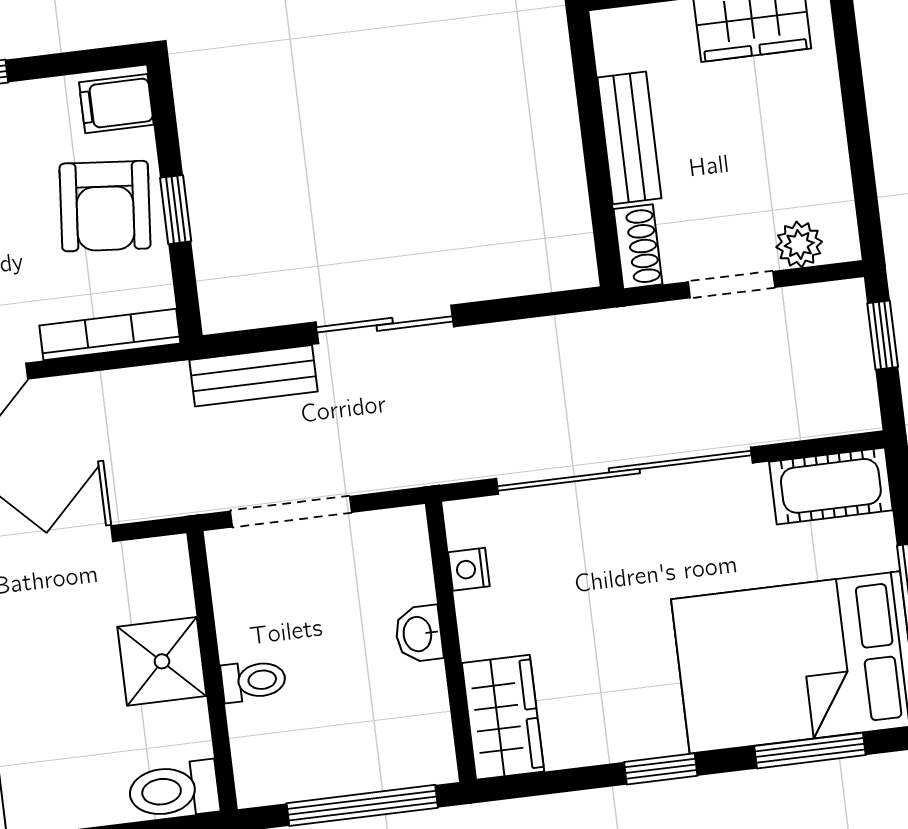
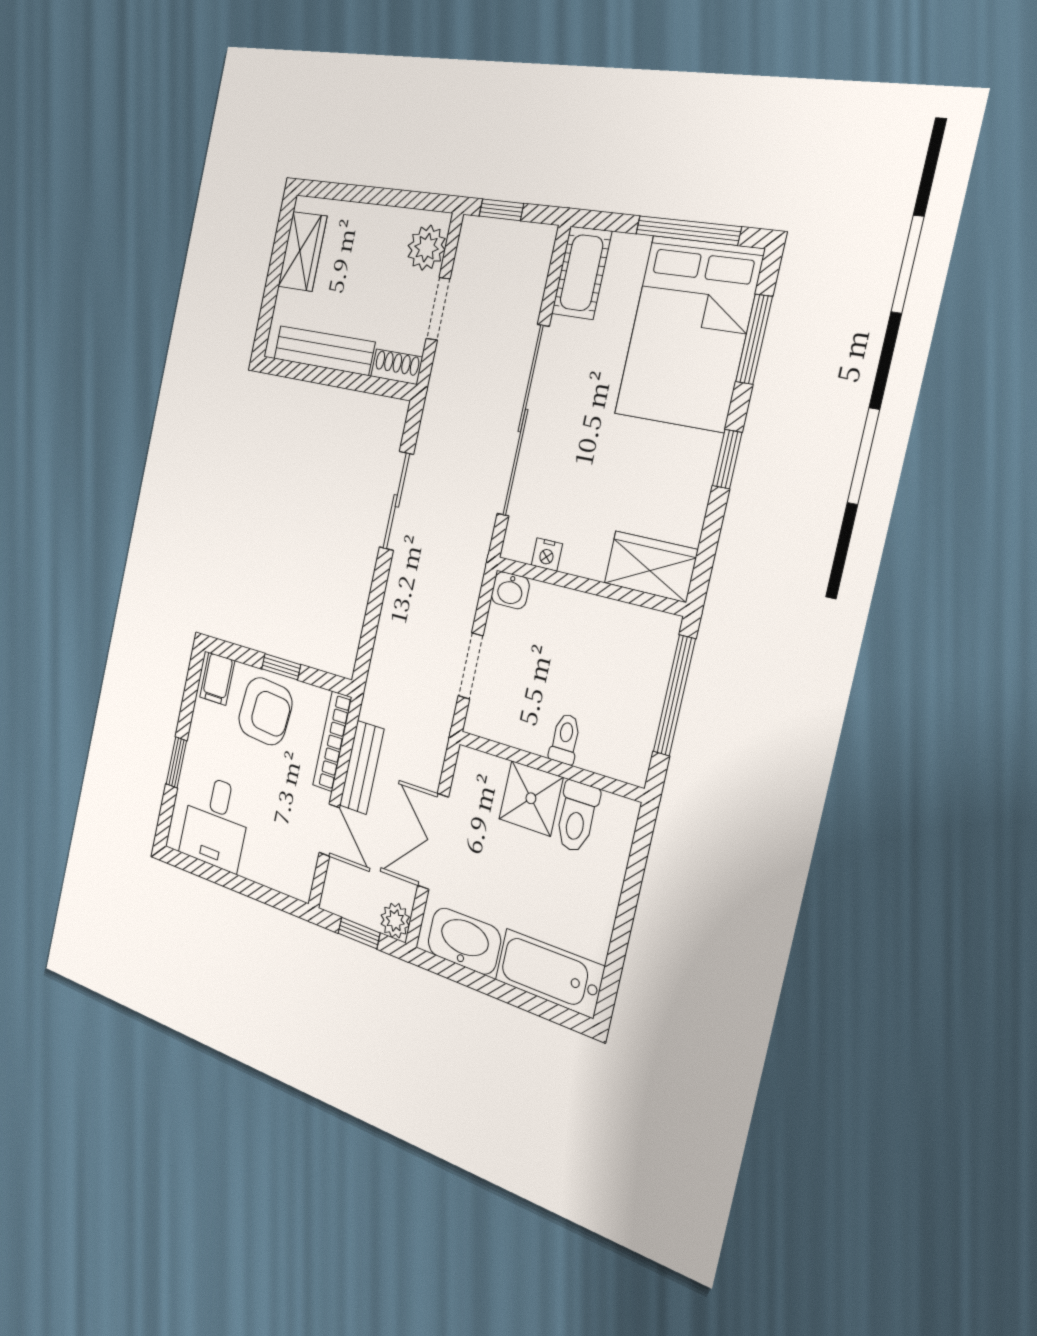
bench: (629, 138) -> (324, 350), width x1.36
plant: (799, 244) -> (427, 248), width x1.38, depth x1.38
sliding door: (385, 324) -> (396, 501), moved
bench: (254, 376) -> (362, 767), moved
doorway: (291, 512) -> (471, 666), width x0.73
washbasin: (419, 634) -> (510, 590), moved
toilet: (174, 790) -> (577, 817), moved

